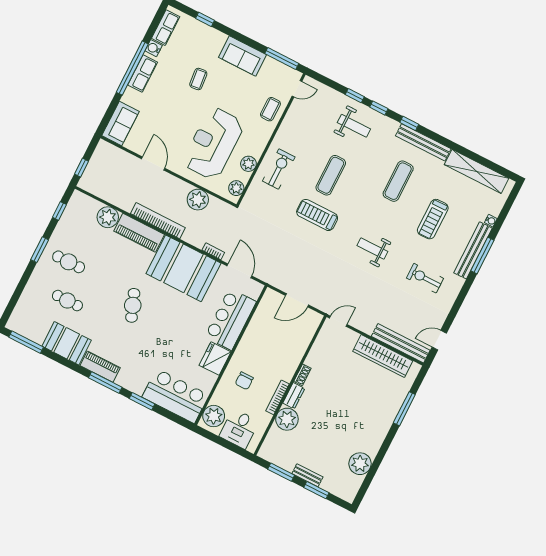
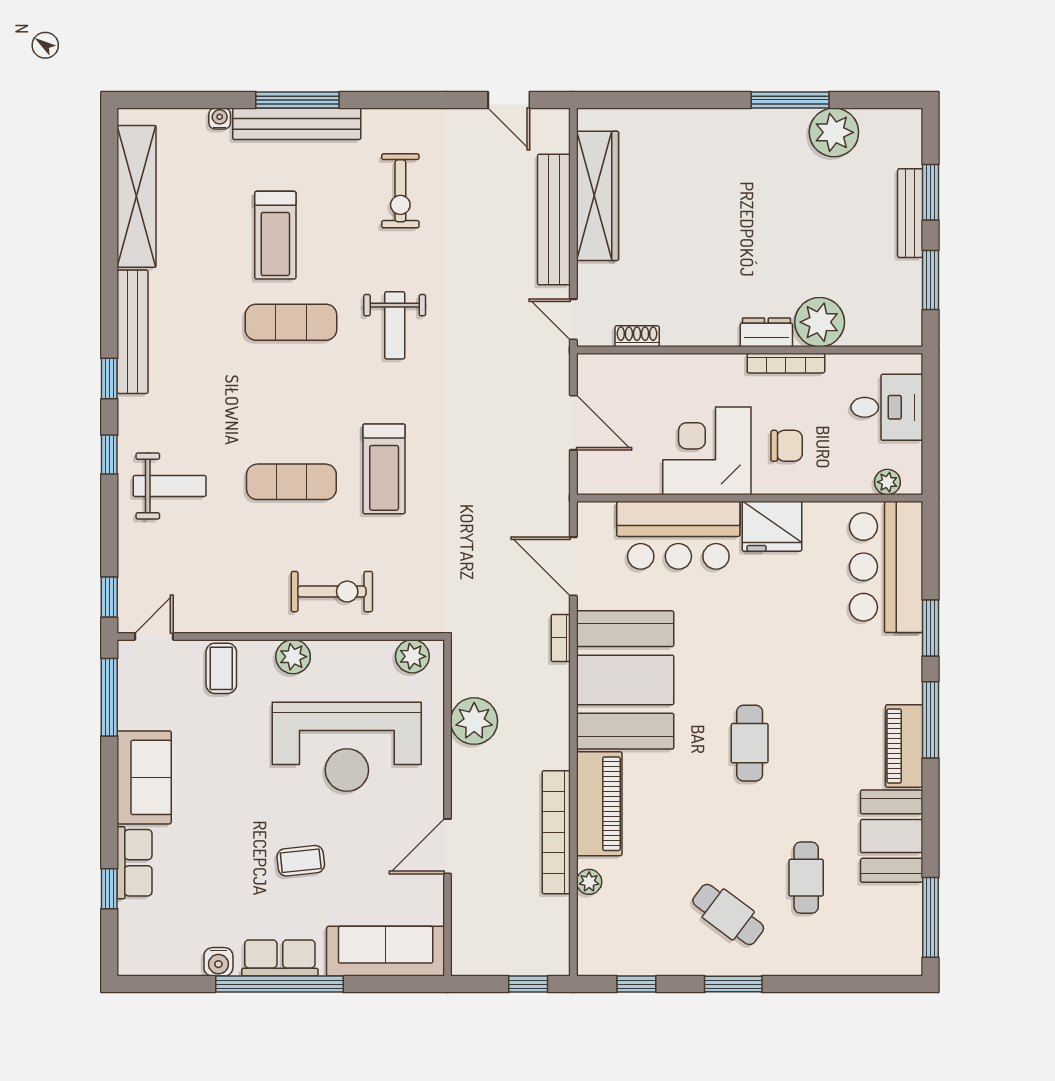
row of seats: (166, 28) -> (134, 863), moved, turned 90
coffee table: (198, 79) -> (301, 861), moved
door: (297, 89) -> (154, 636), hinge flipped
window: (355, 96) -> (109, 597), moved
coffee table: (270, 109) -> (221, 668), turned 90
sofa: (121, 123) -> (386, 951), width x1.36
weight bench: (354, 126) -> (170, 486), turned 90
plant: (248, 164) -> (293, 657), moved
exercise bike: (279, 169) -> (332, 592), turned 180
exercise mat: (398, 181) -> (291, 322), moved
plant: (108, 217) -> (589, 882), width x0.53, depth x0.53
treadmill: (433, 219) -> (275, 235), turned 90
bookcase: (158, 221) -> (556, 832), moved
cafe table: (69, 262) -> (728, 914), turned -53
door: (239, 271) -> (573, 566), hinge flipped
cafe table: (133, 305) -> (750, 743), turned -69
bench: (401, 343) -> (554, 220), moved
corner desk: (258, 348) -> (707, 451), added
shoe rack: (302, 375) -> (637, 336), moved
window: (404, 409) -> (790, 100), moved
plant: (214, 416) -> (887, 482), width x0.53, depth x0.53
bench: (307, 475) -> (910, 213), width x1.36

